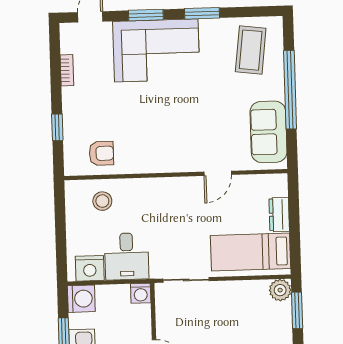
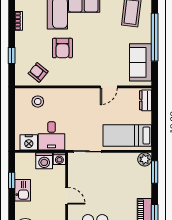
armchair: (140, 112) -> (62, 48), added
armchair: (101, 153) -> (38, 72), turned -141
dresser: (279, 214) -> (146, 100), moved
washing machine: (81, 299) -> (44, 161), moved, turned 90

